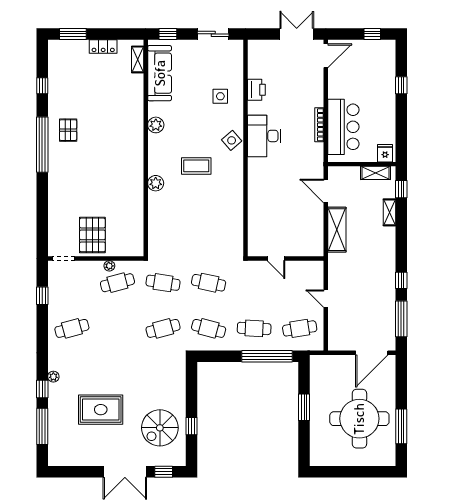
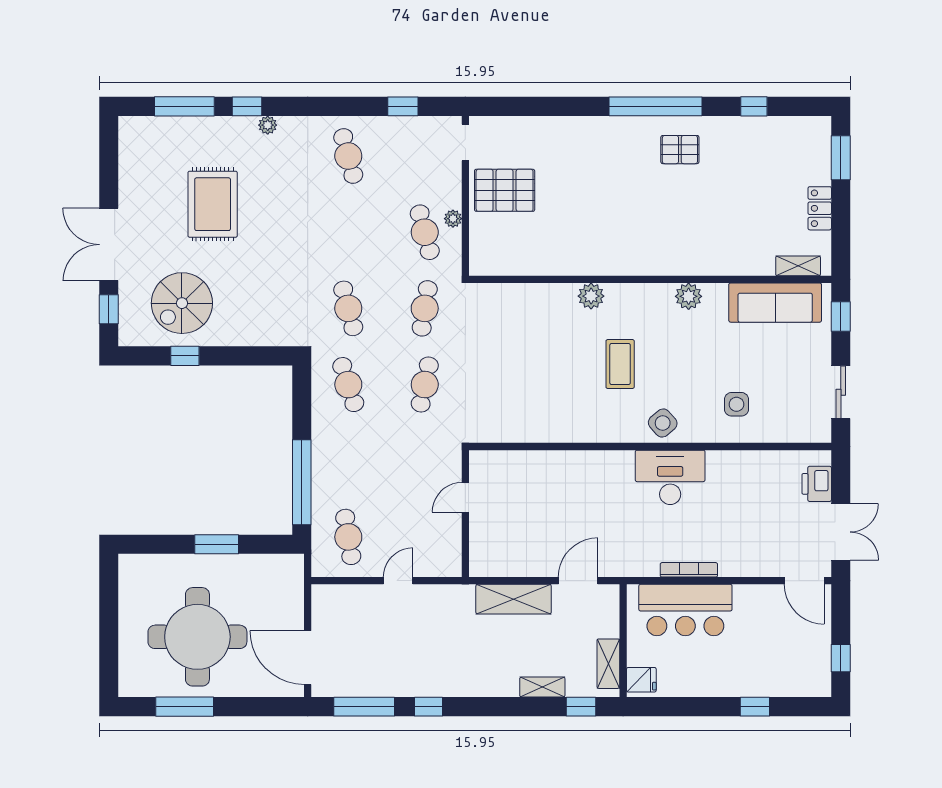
printer: (256, 90) -> (817, 484), moved, turned 90
cafe table: (209, 328) -> (348, 385), turned -33
cafe table: (254, 328) -> (348, 461), removed
spiral stairs: (160, 428) -> (182, 303), turned -90

